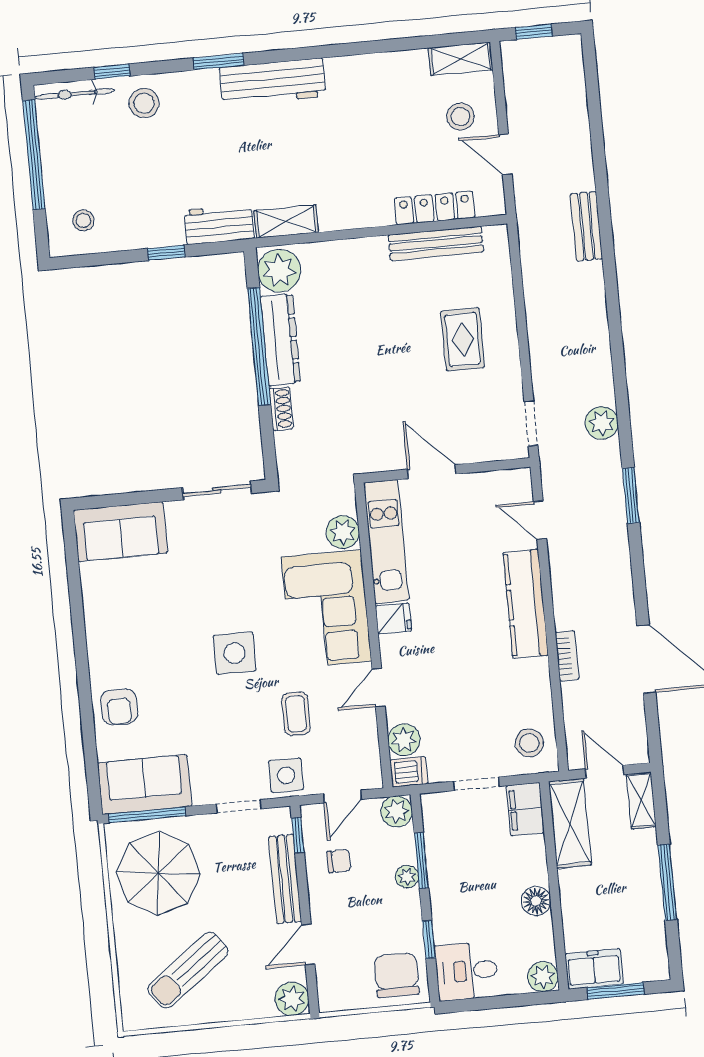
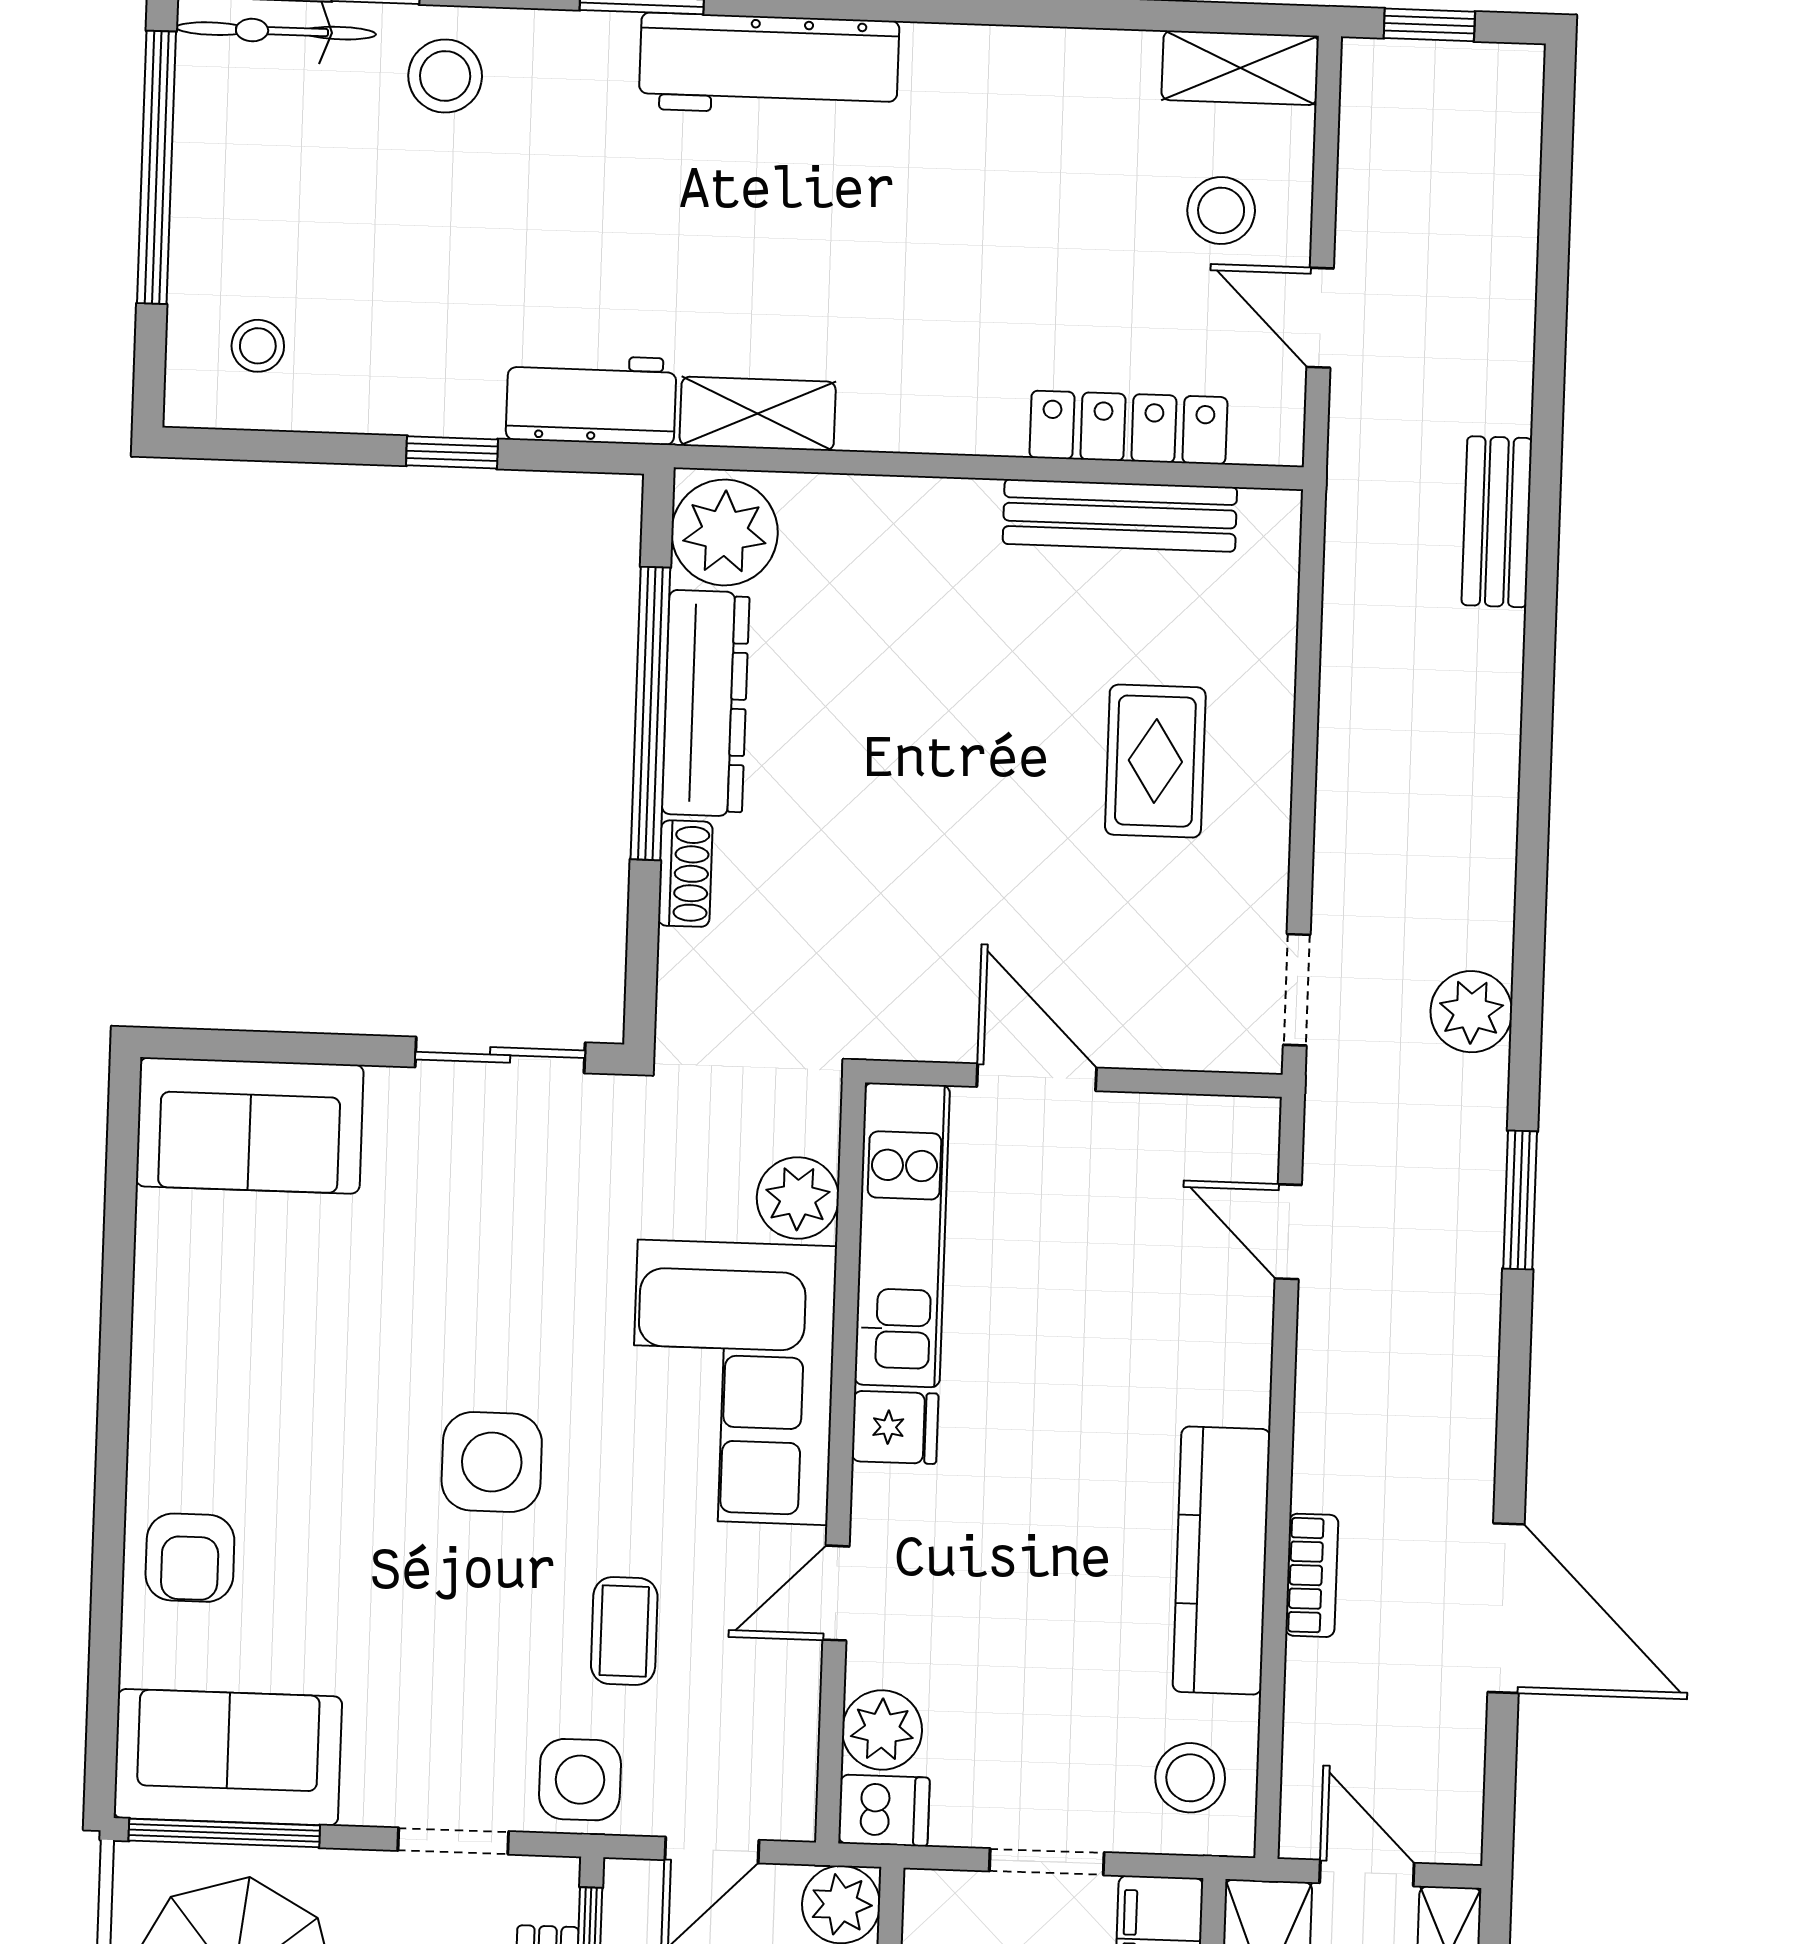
kitchen counter: (526, 604) -> (1221, 1560), moved

